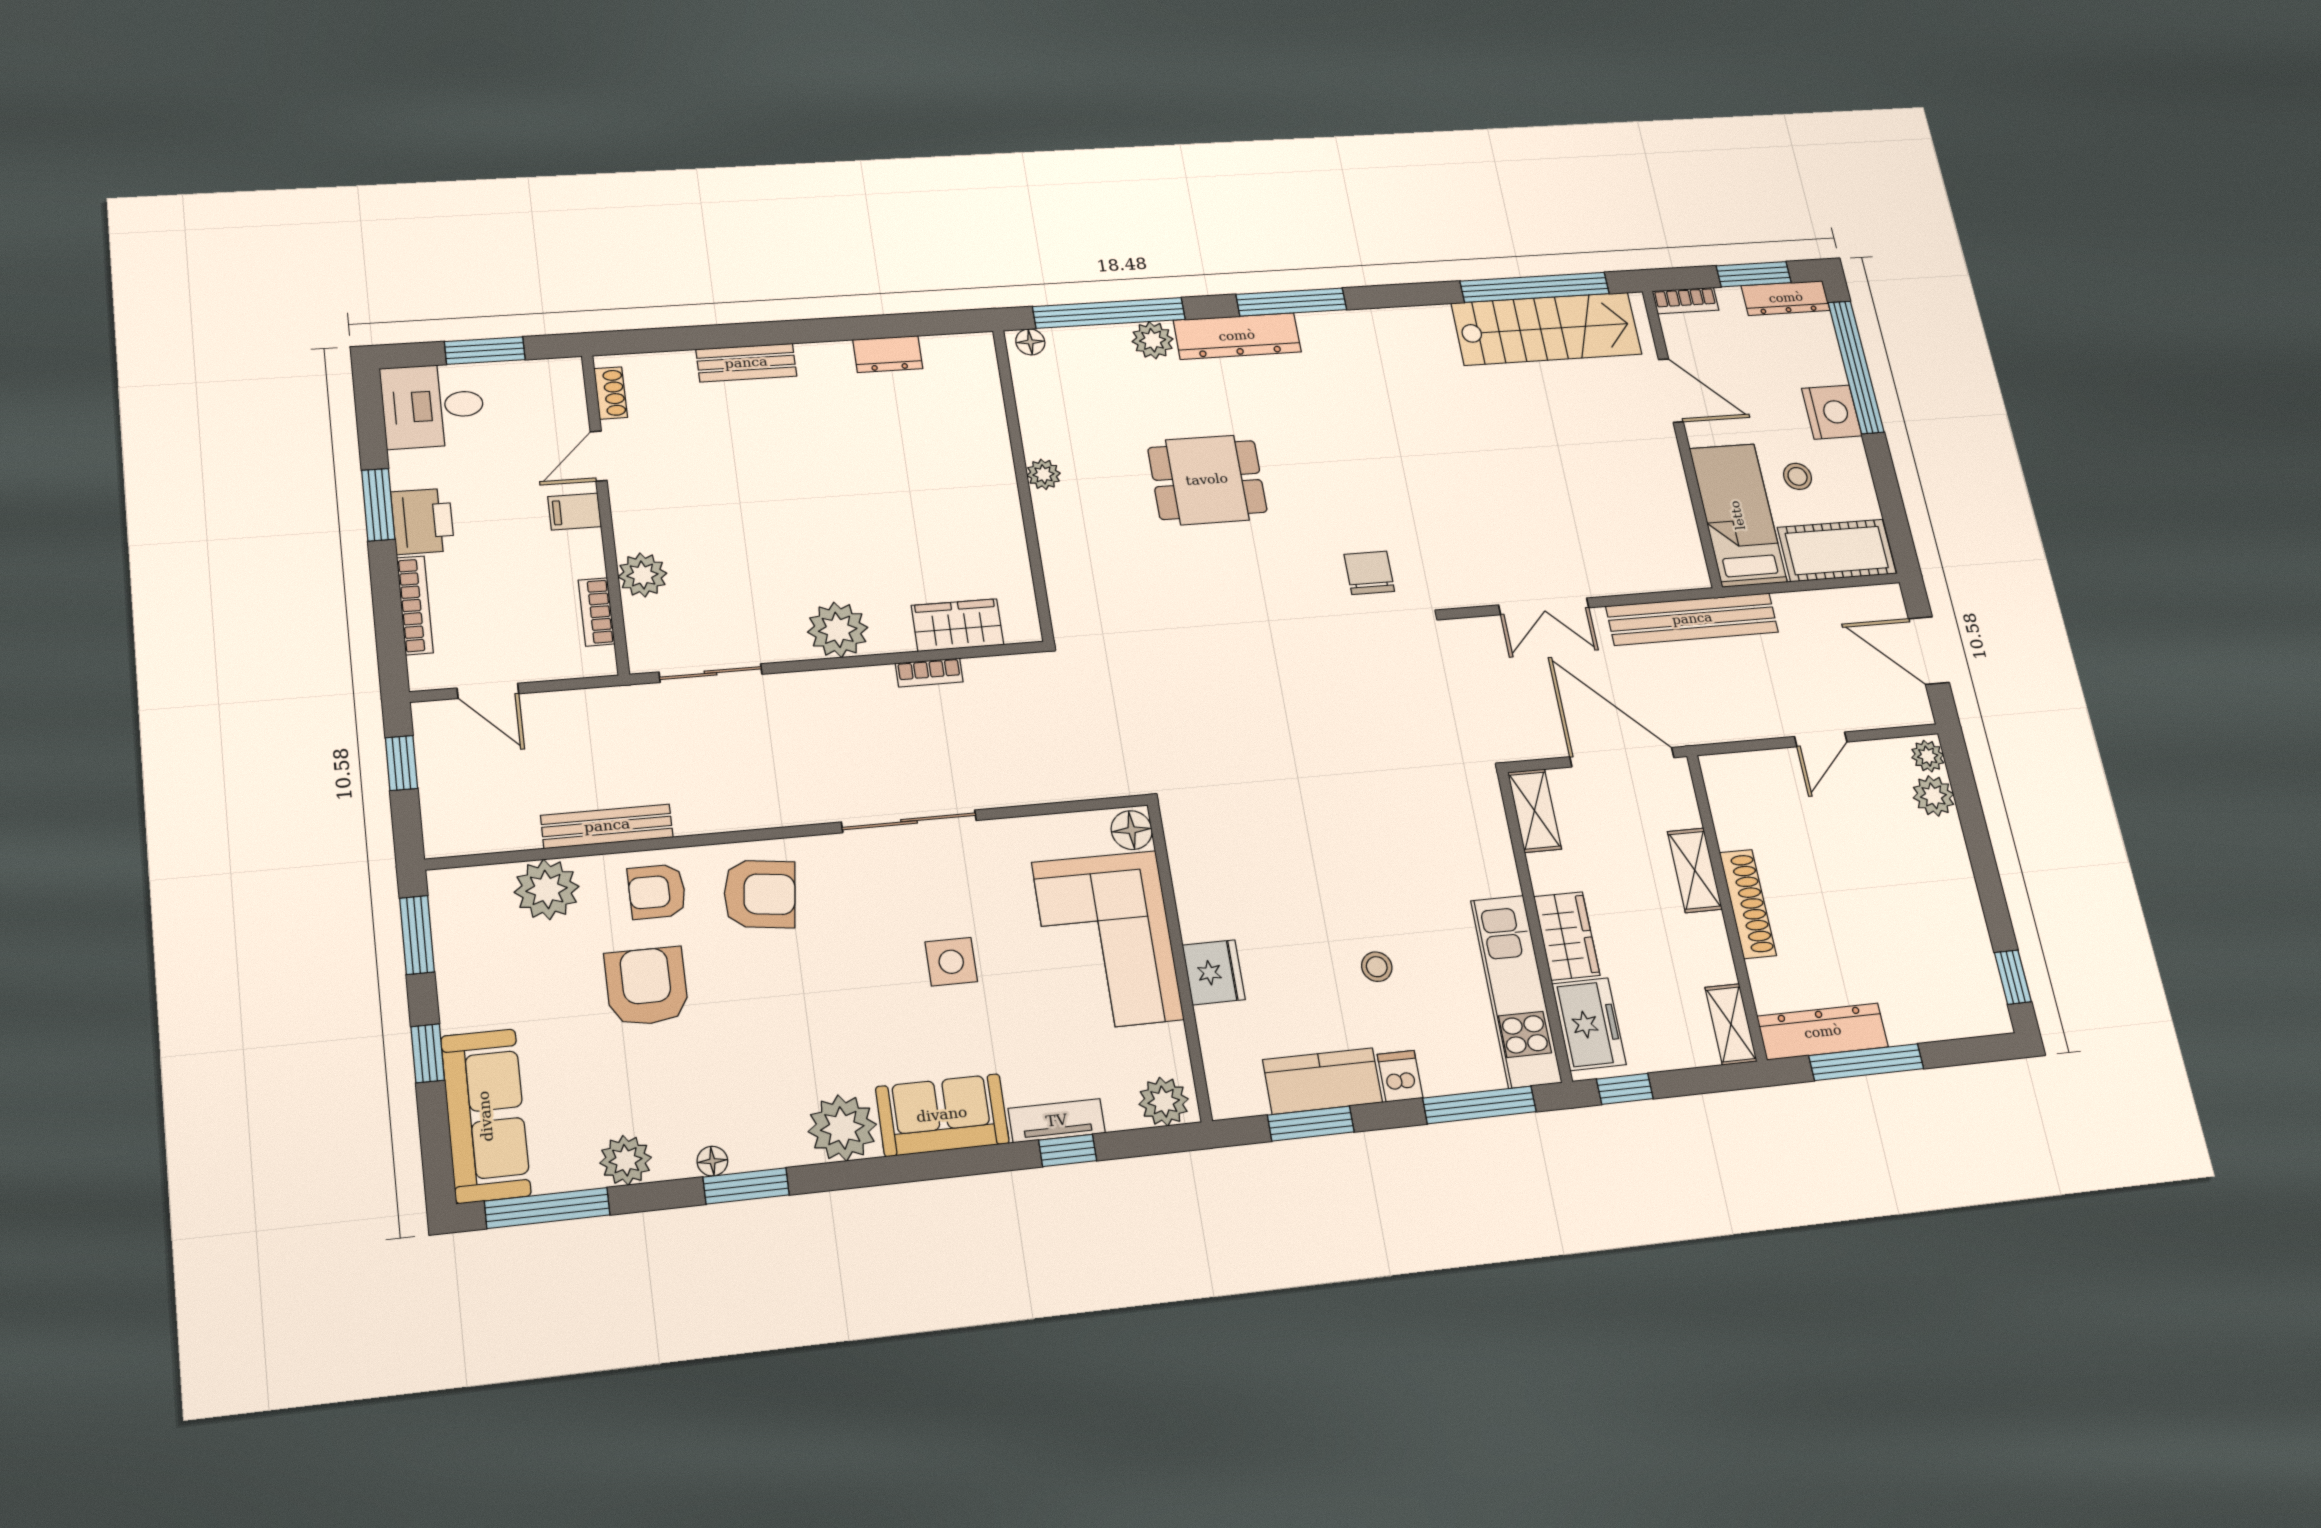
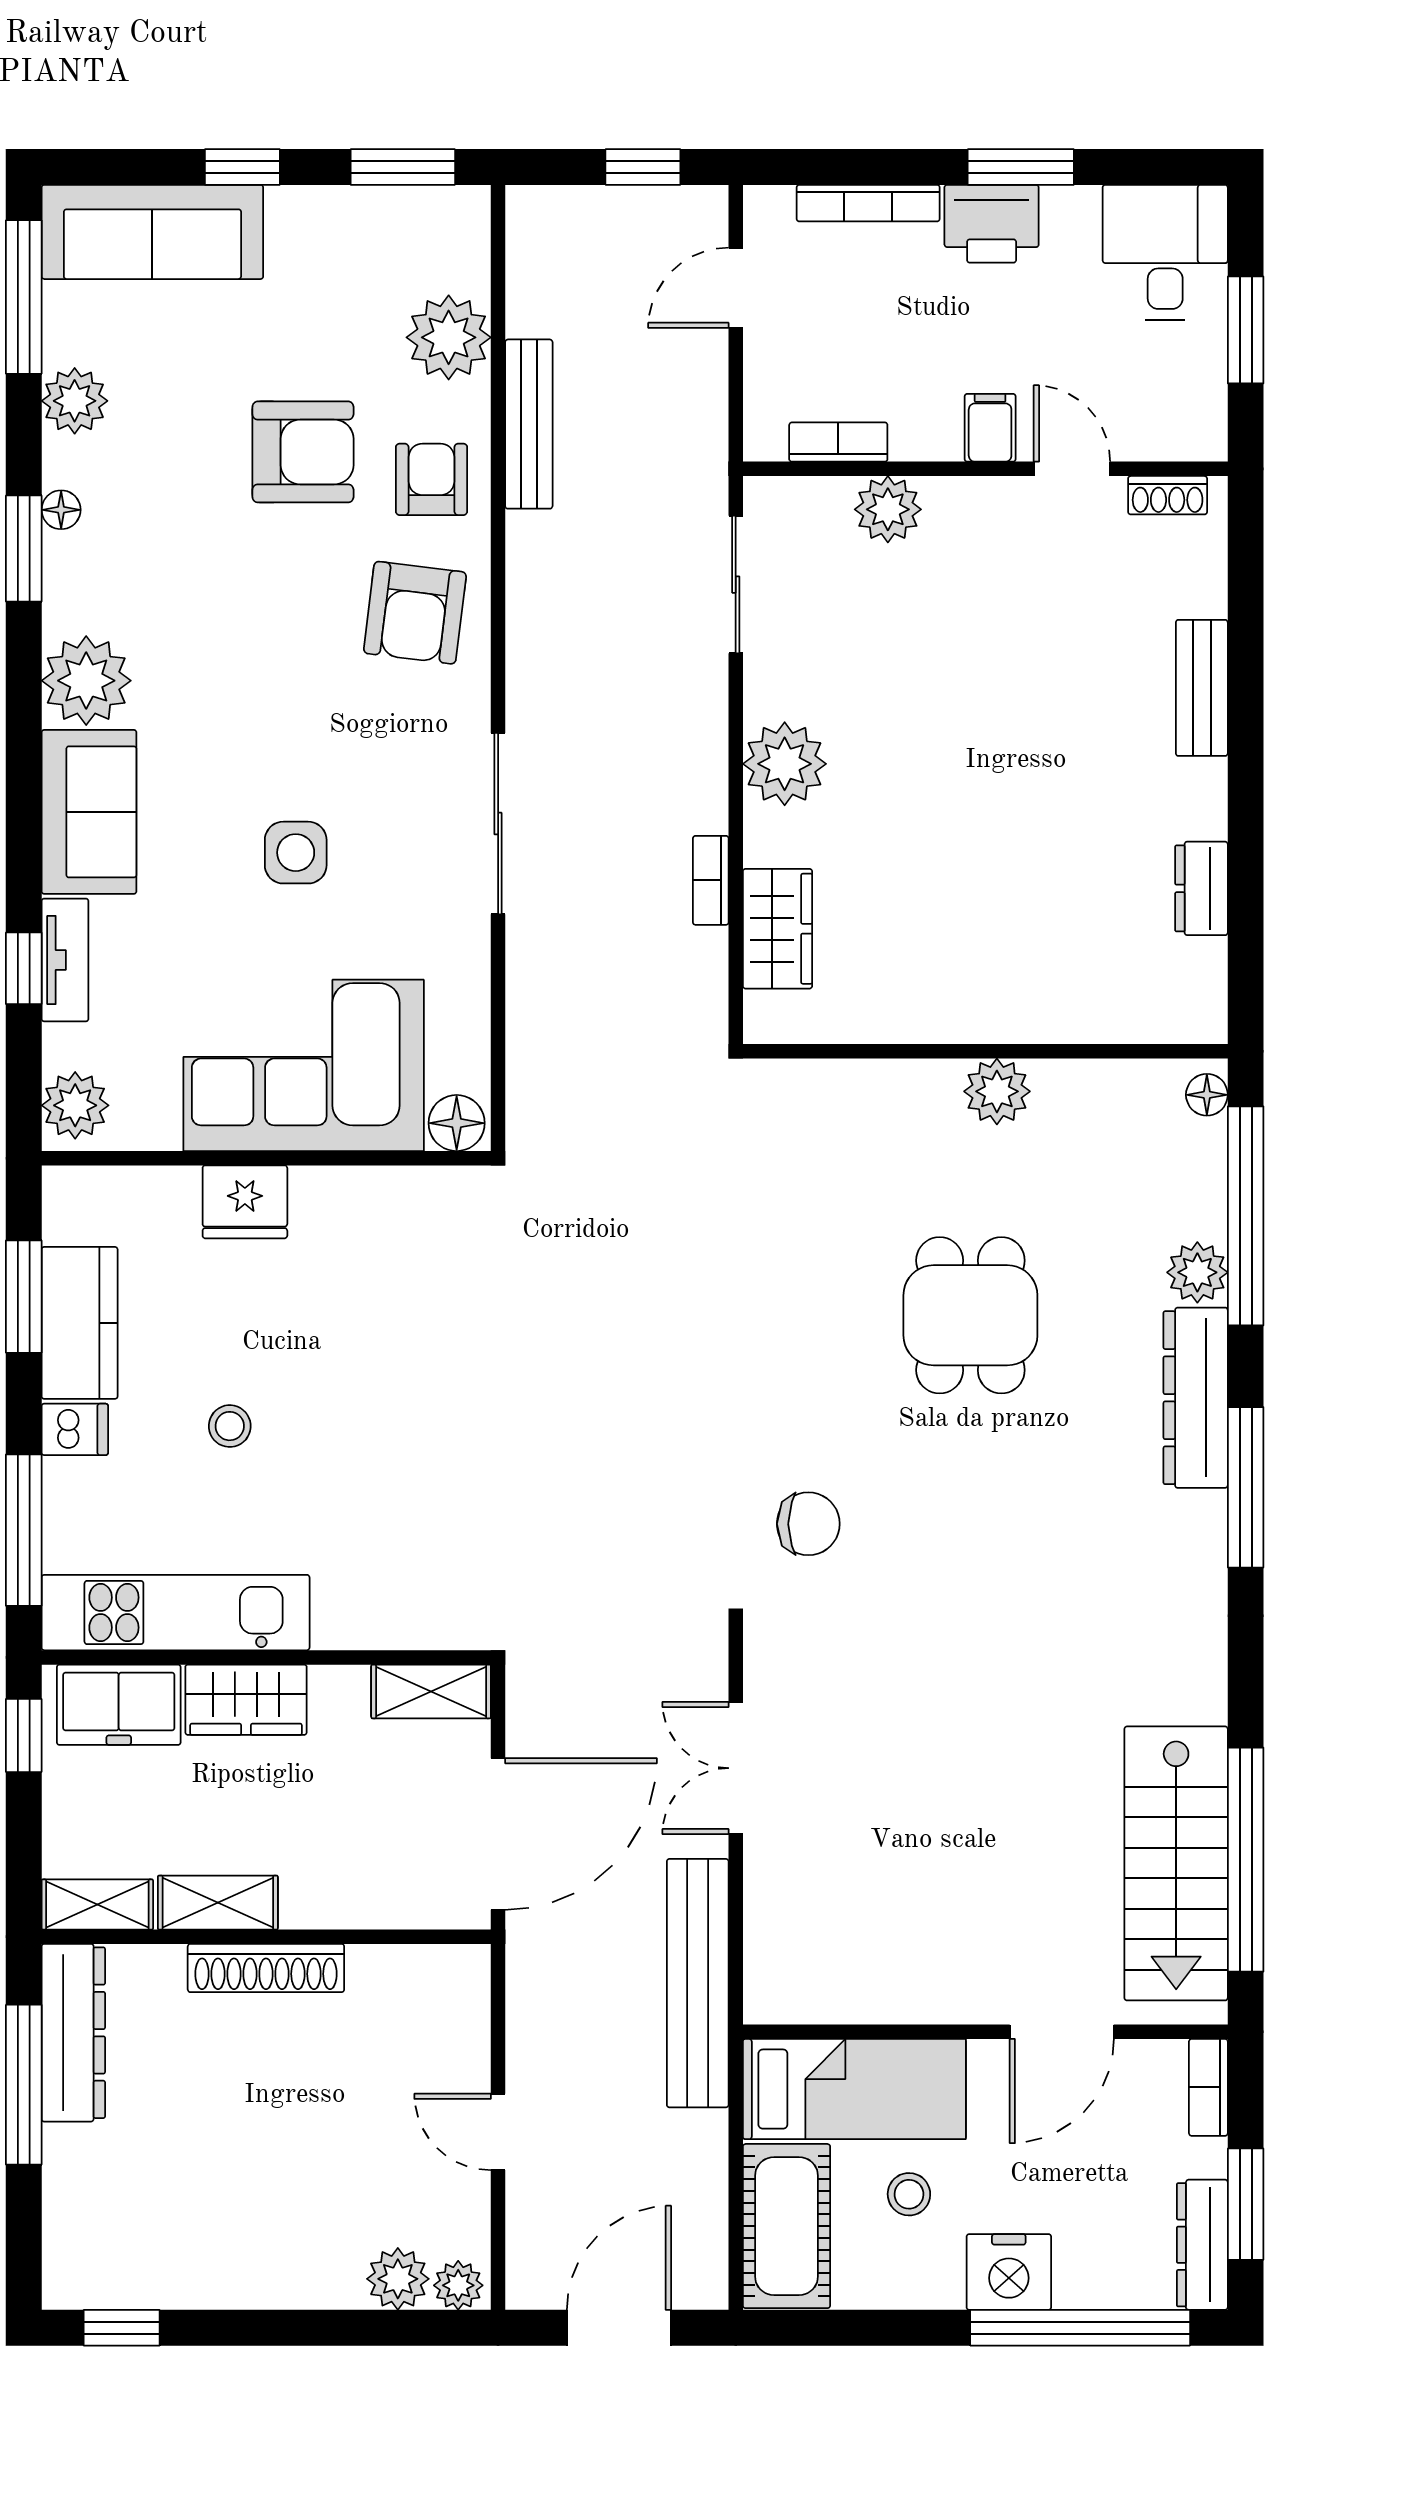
plant: (1043, 474) -> (997, 1091), width x1.38, depth x1.38
shelving: (1695, 870) -> (218, 1903), moved

